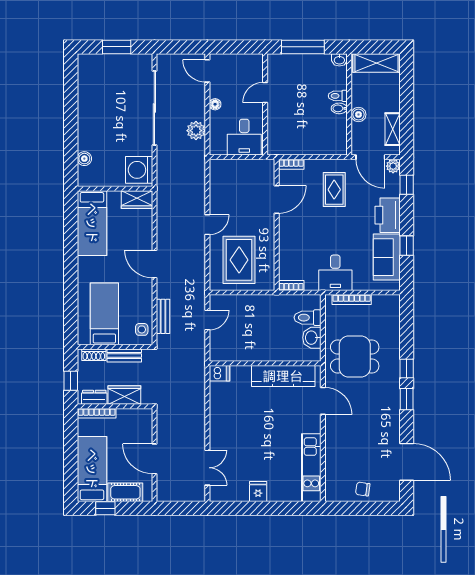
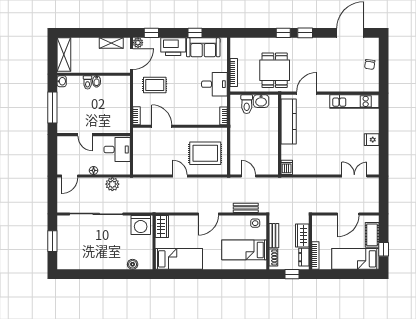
boiler: (358, 115) -> (101, 68), removed

